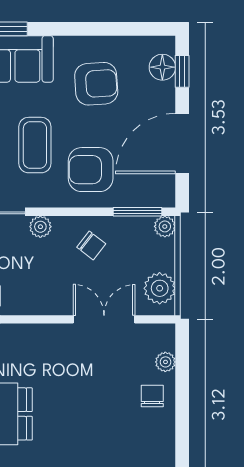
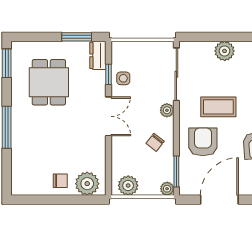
door: (182, 144) -> (219, 200), hinge flipped
double door: (104, 319) -> (109, 116), moved
plant: (165, 362) -> (87, 184), width x1.87, depth x1.87

